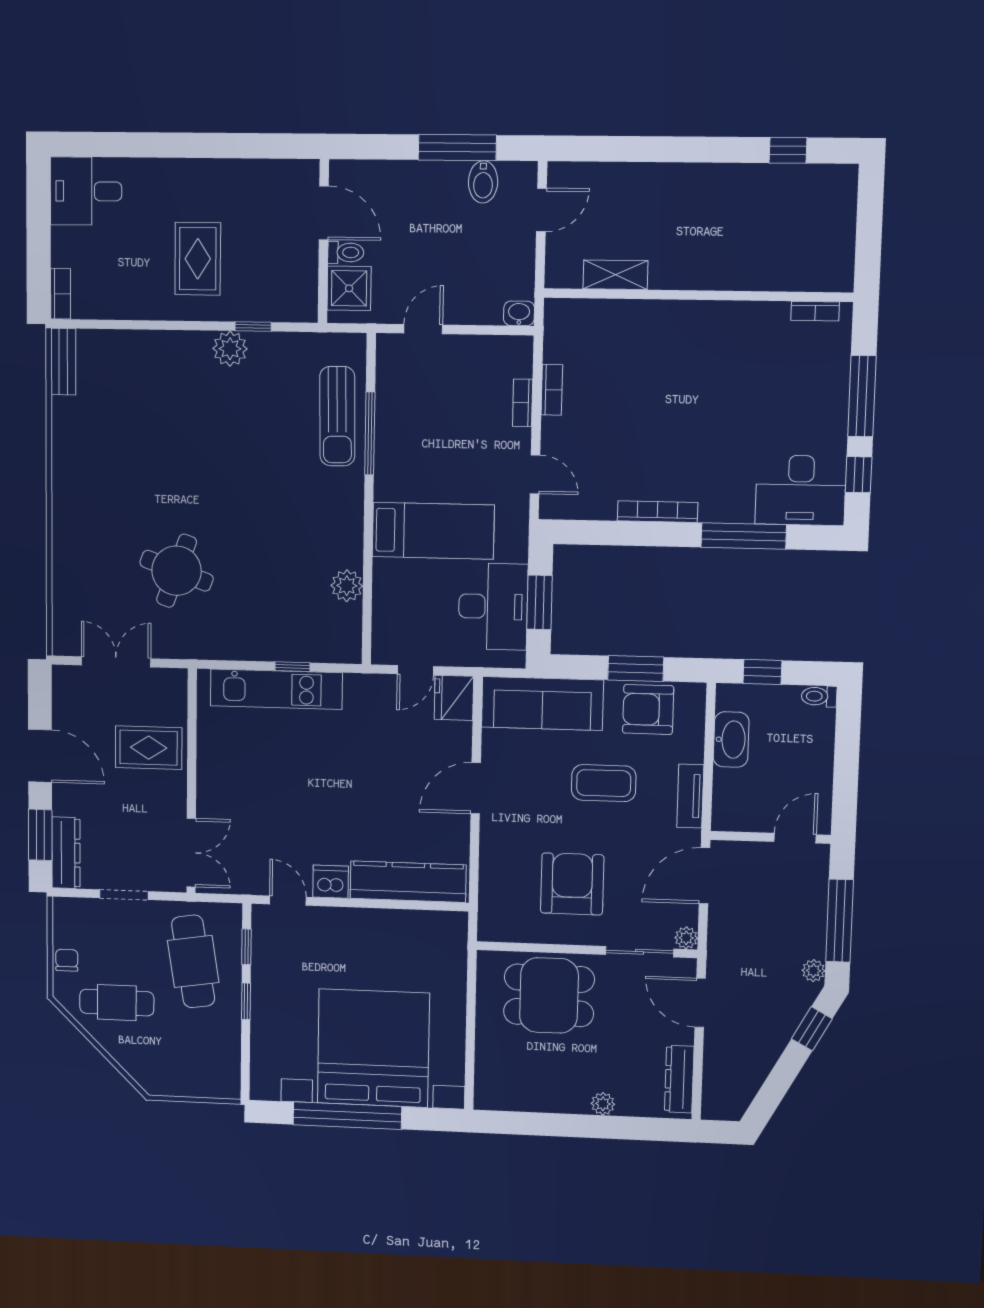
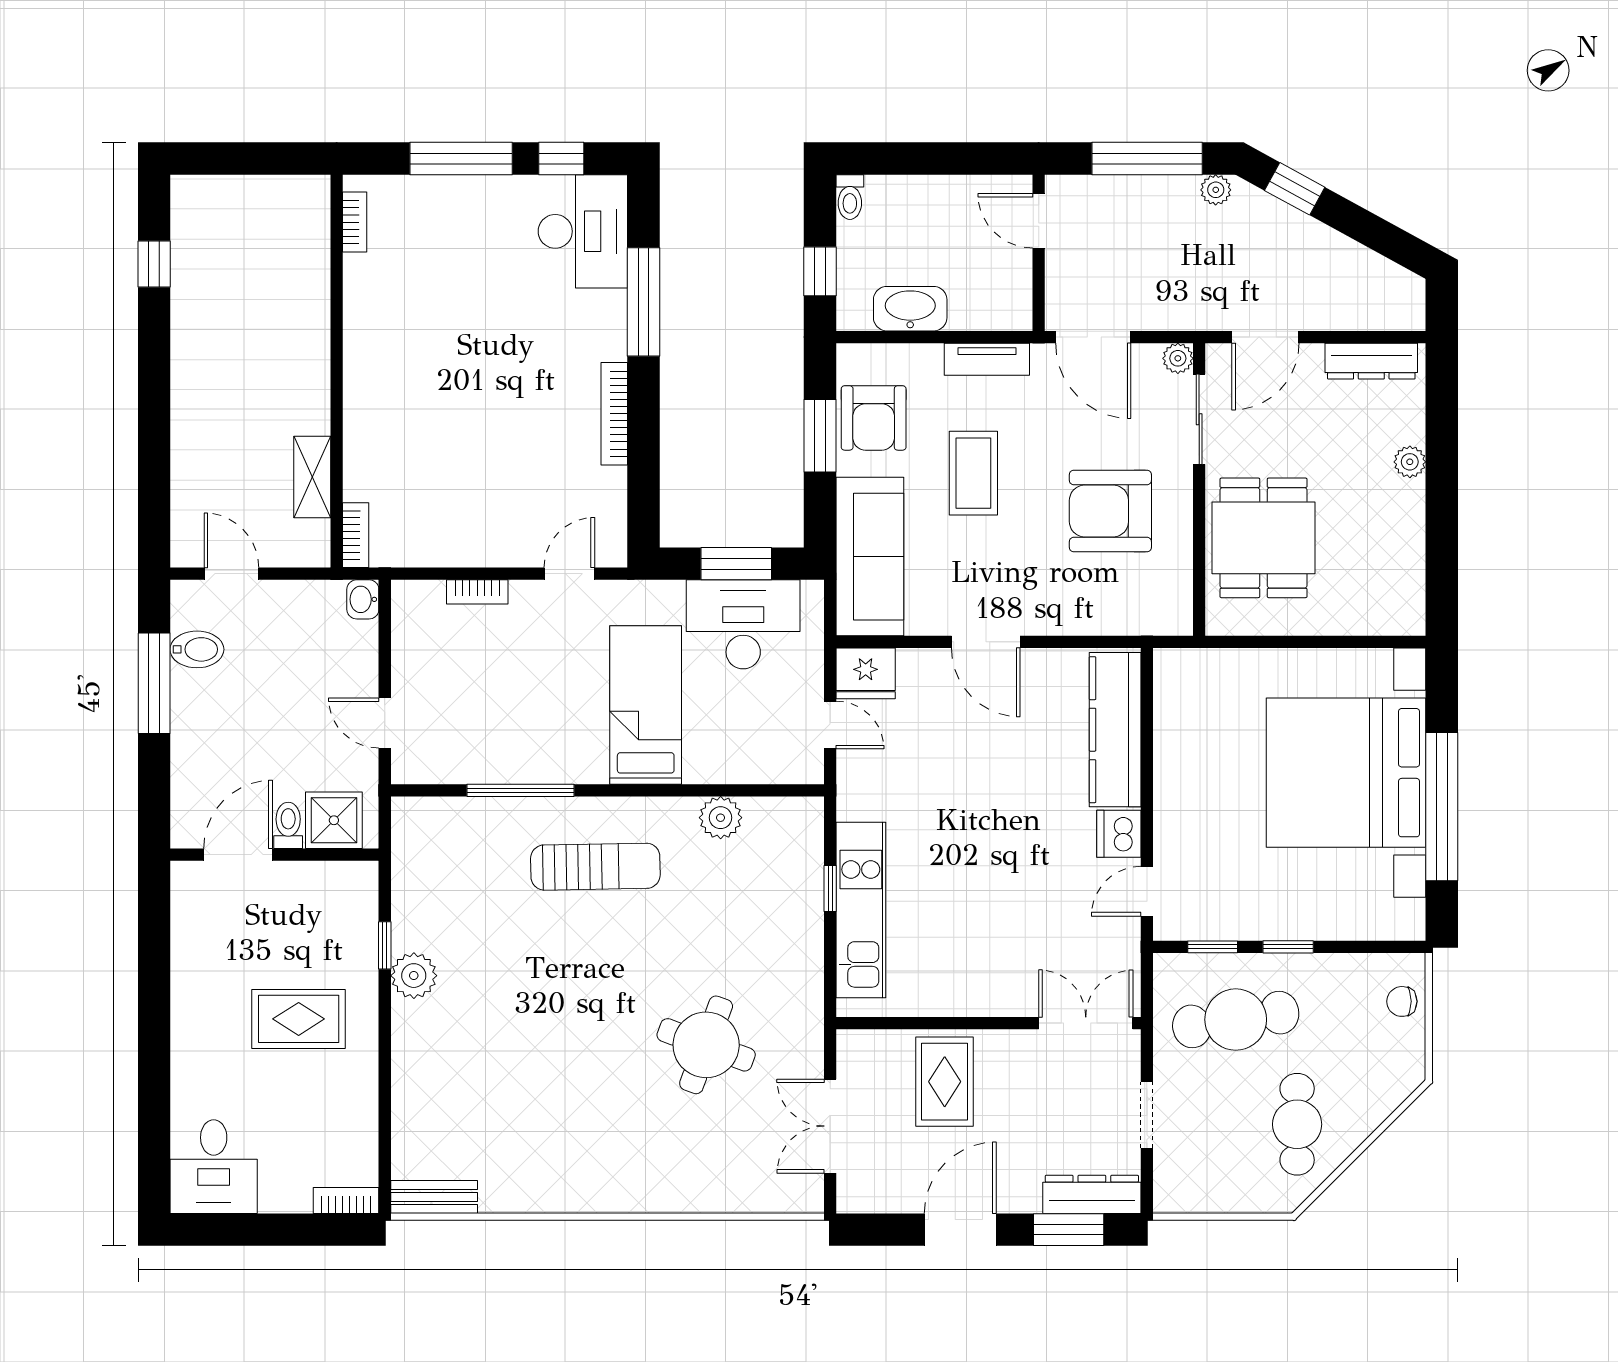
bookcase: (552, 390) -> (356, 535), moved, turned 90
sun lounger: (337, 416) -> (595, 867), moved
chair: (67, 960) -> (1402, 1001), moved

